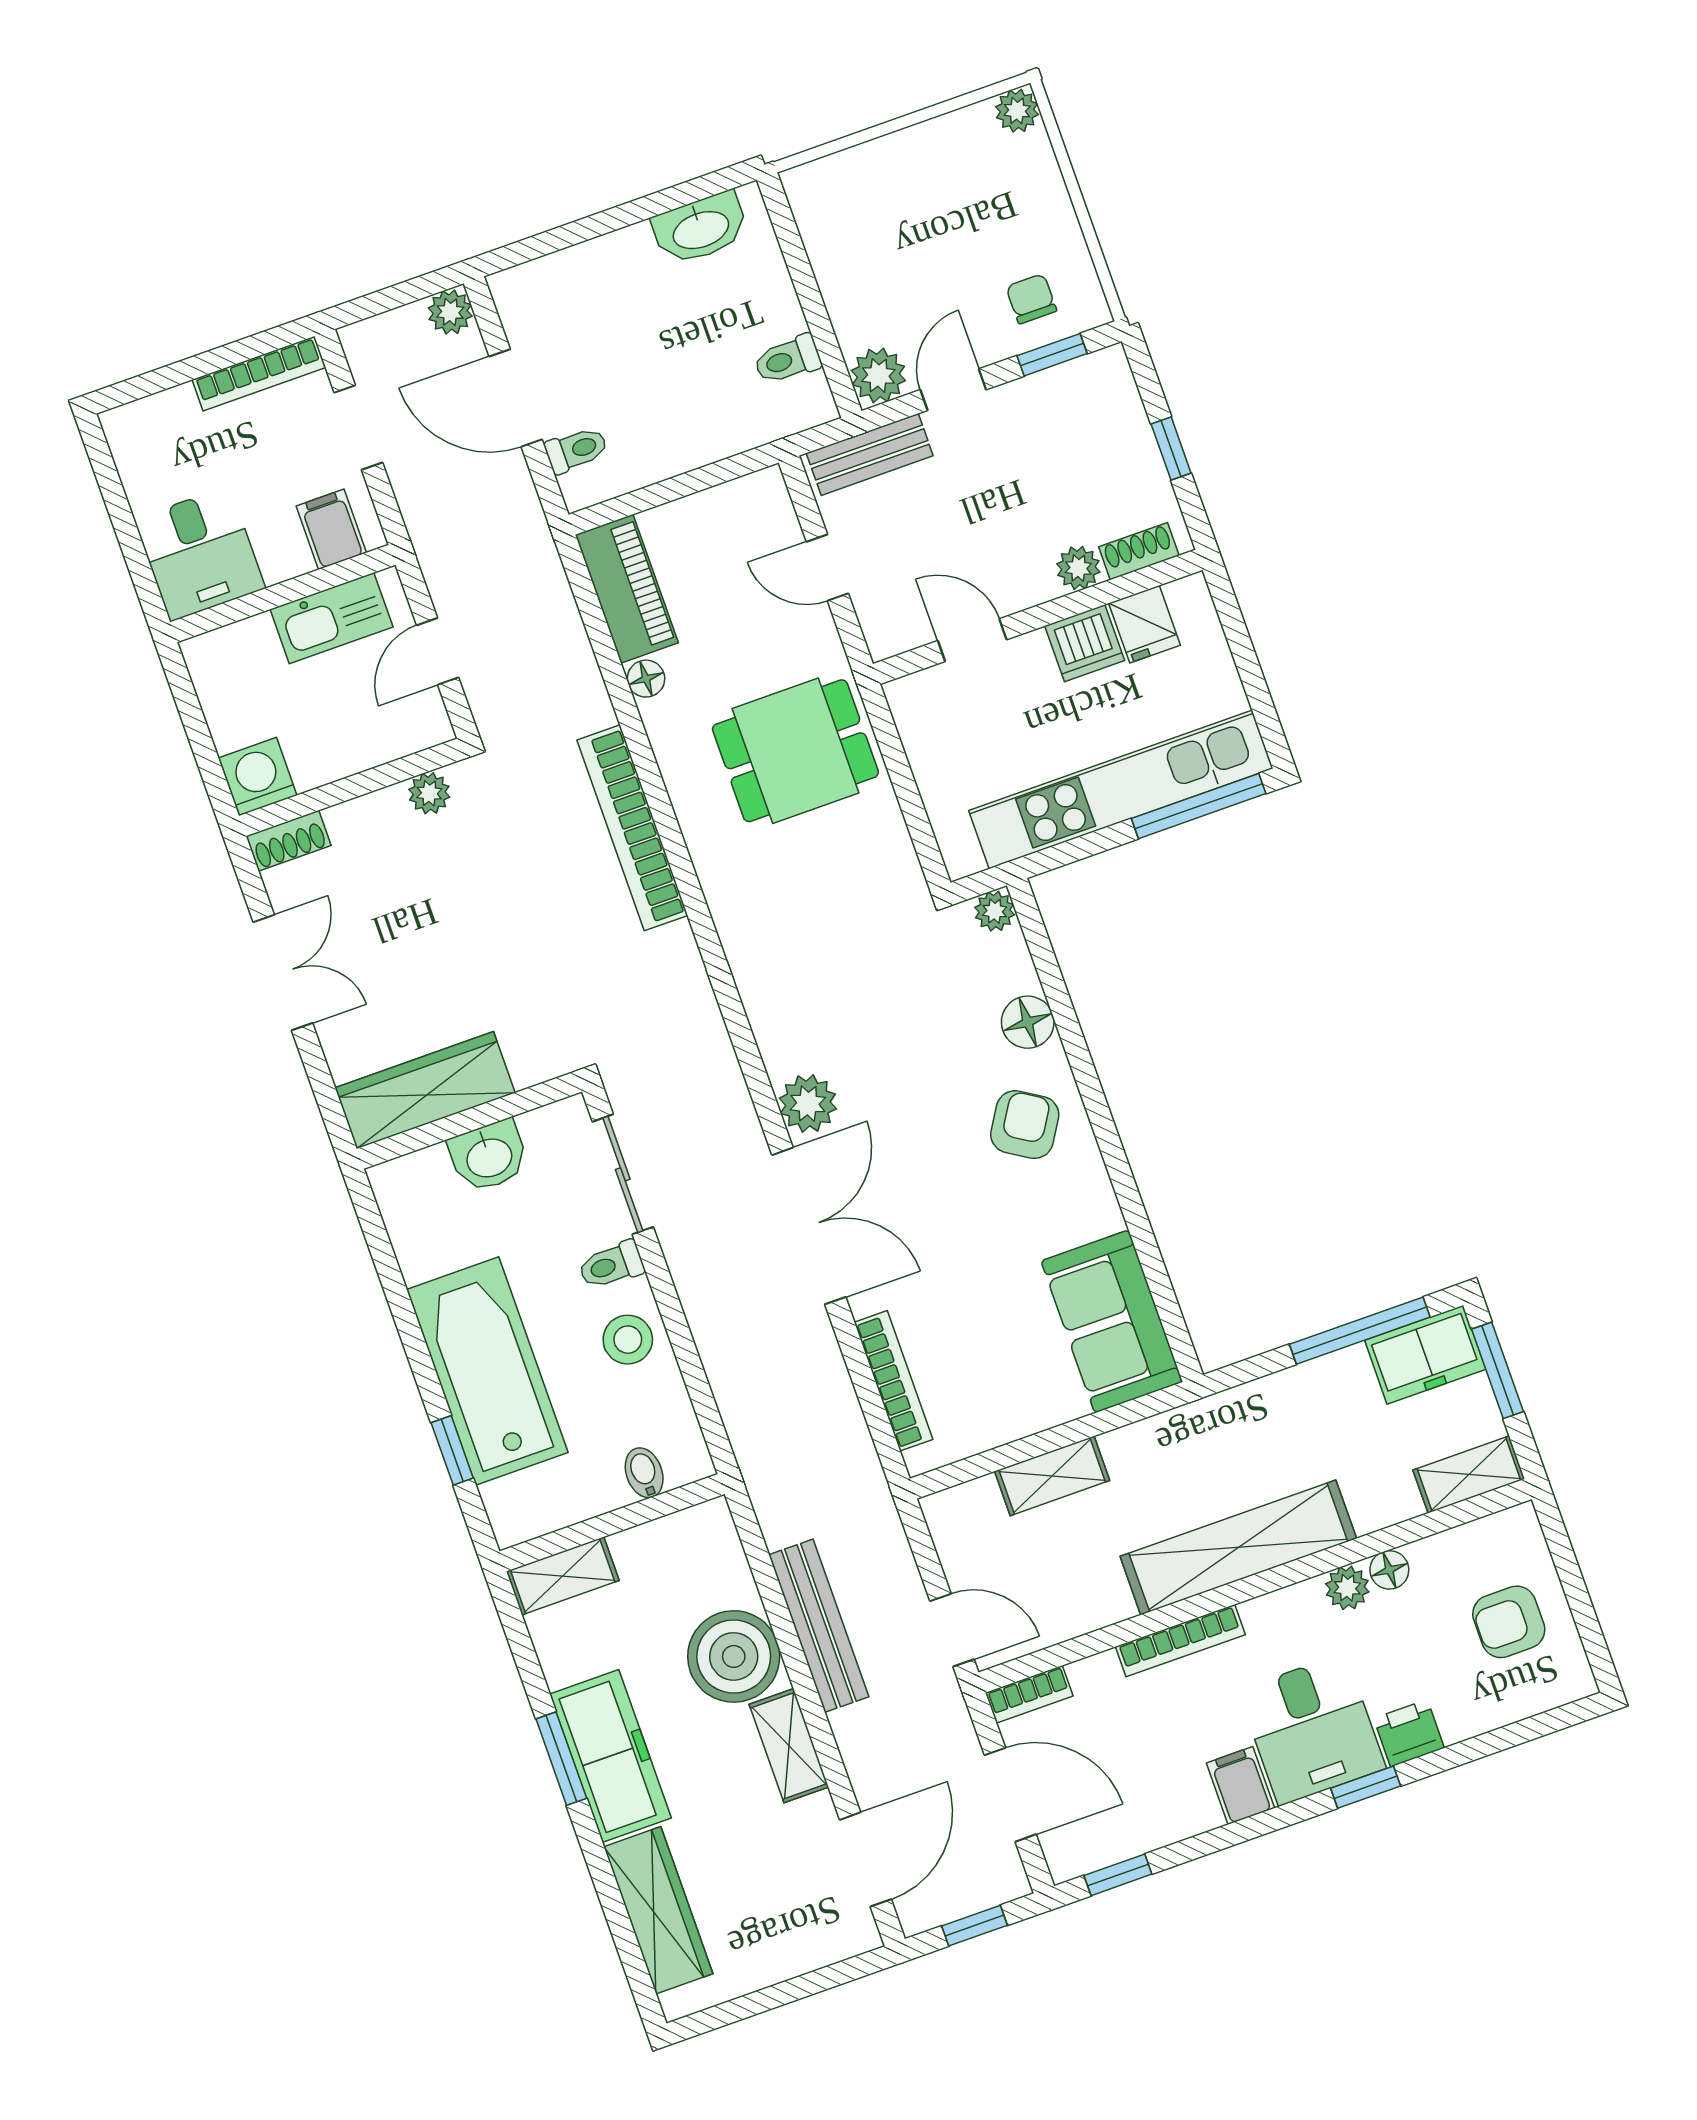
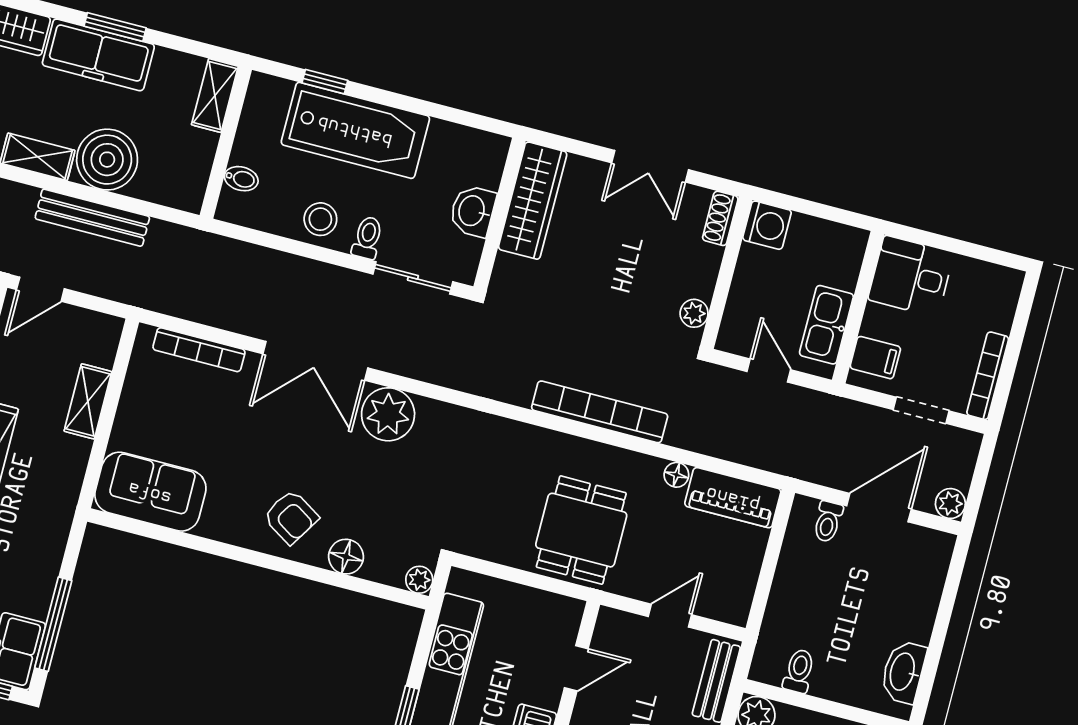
plant: (808, 1104) -> (388, 414), width x1.36, depth x1.36

